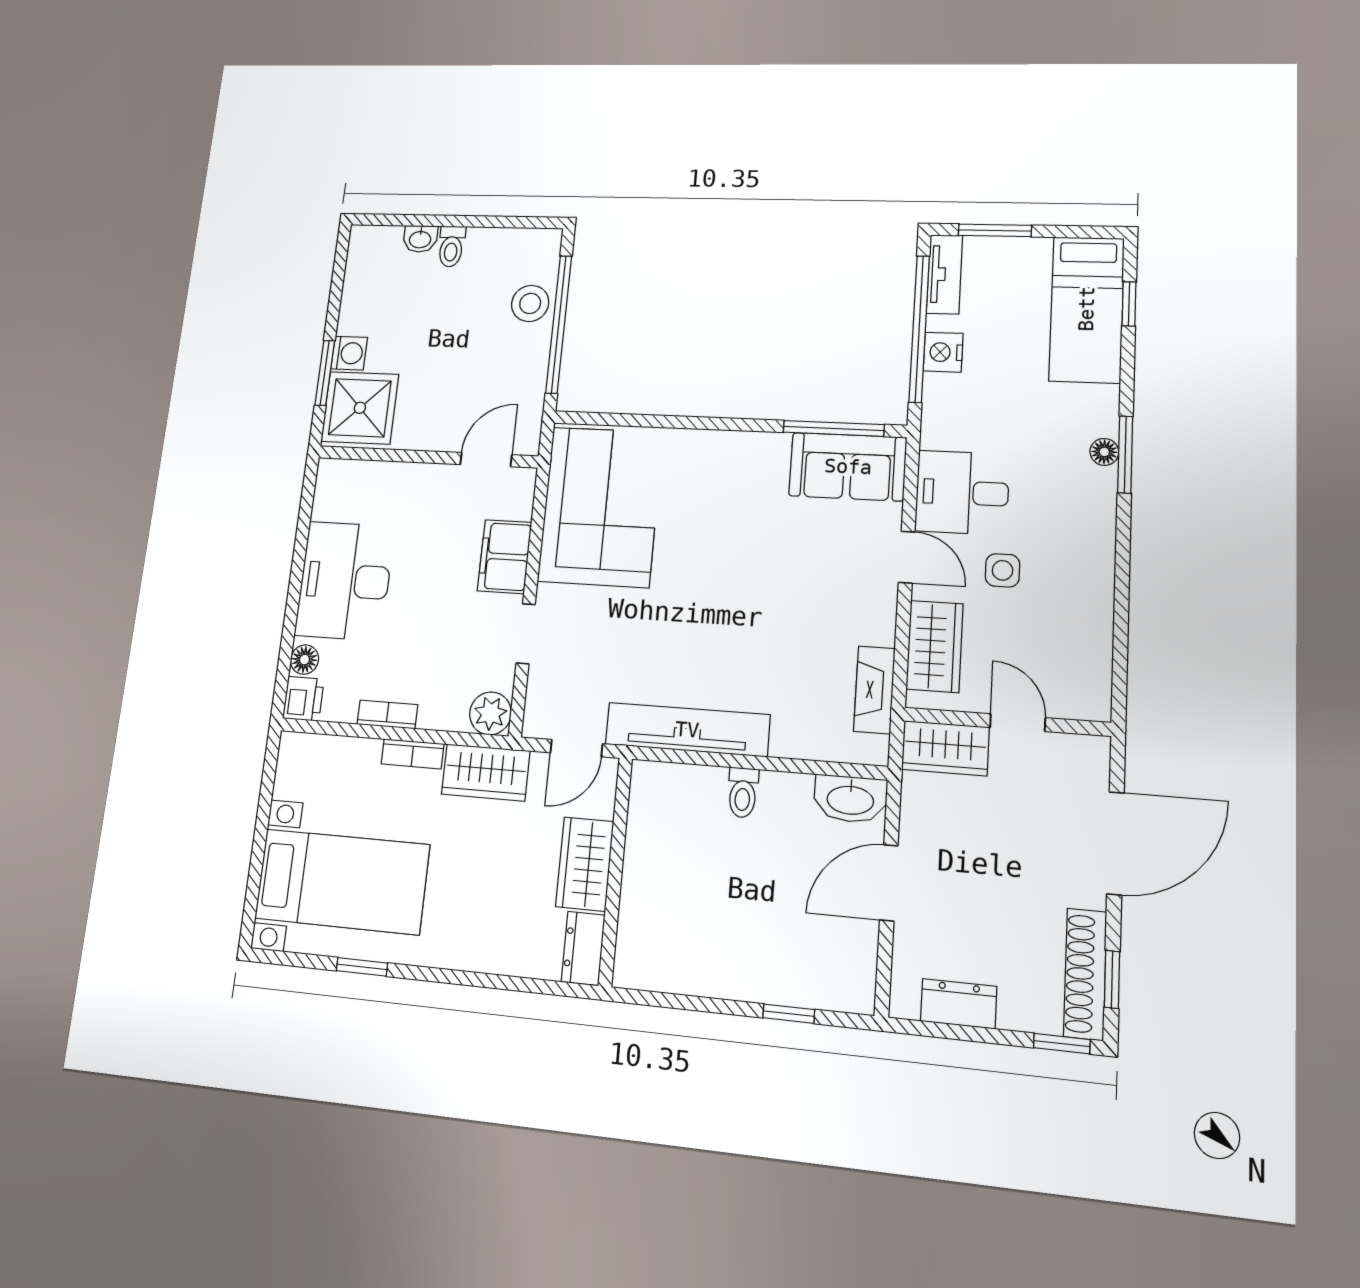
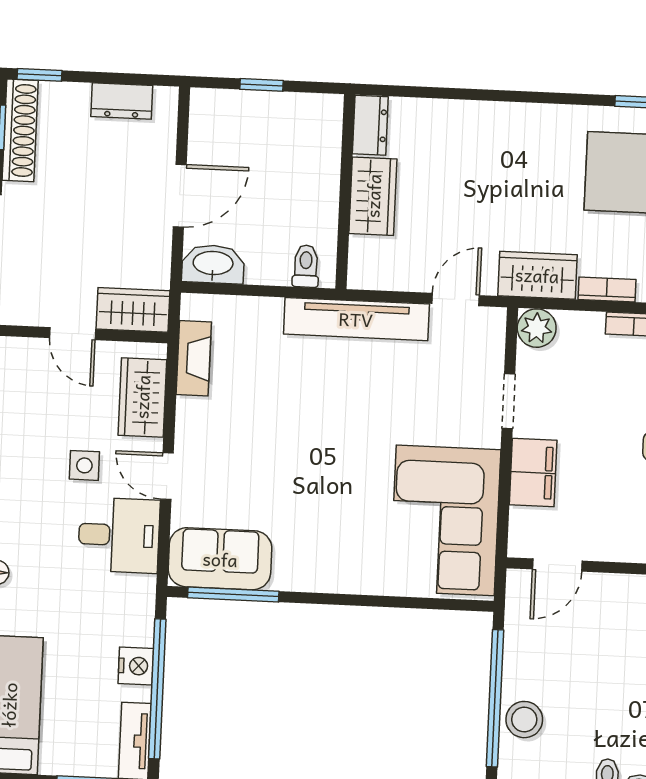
wardrobe: (585, 864) -> (373, 196), moved
wall: (615, 871) -> (345, 192), moved
dresser: (583, 948) -> (370, 125), moved

